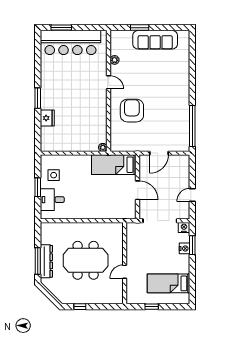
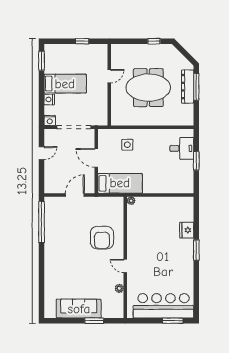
side table: (54, 175) -> (127, 145), moved
window: (192, 245) -> (41, 61), moved
bed: (169, 283) -> (65, 84), moved

